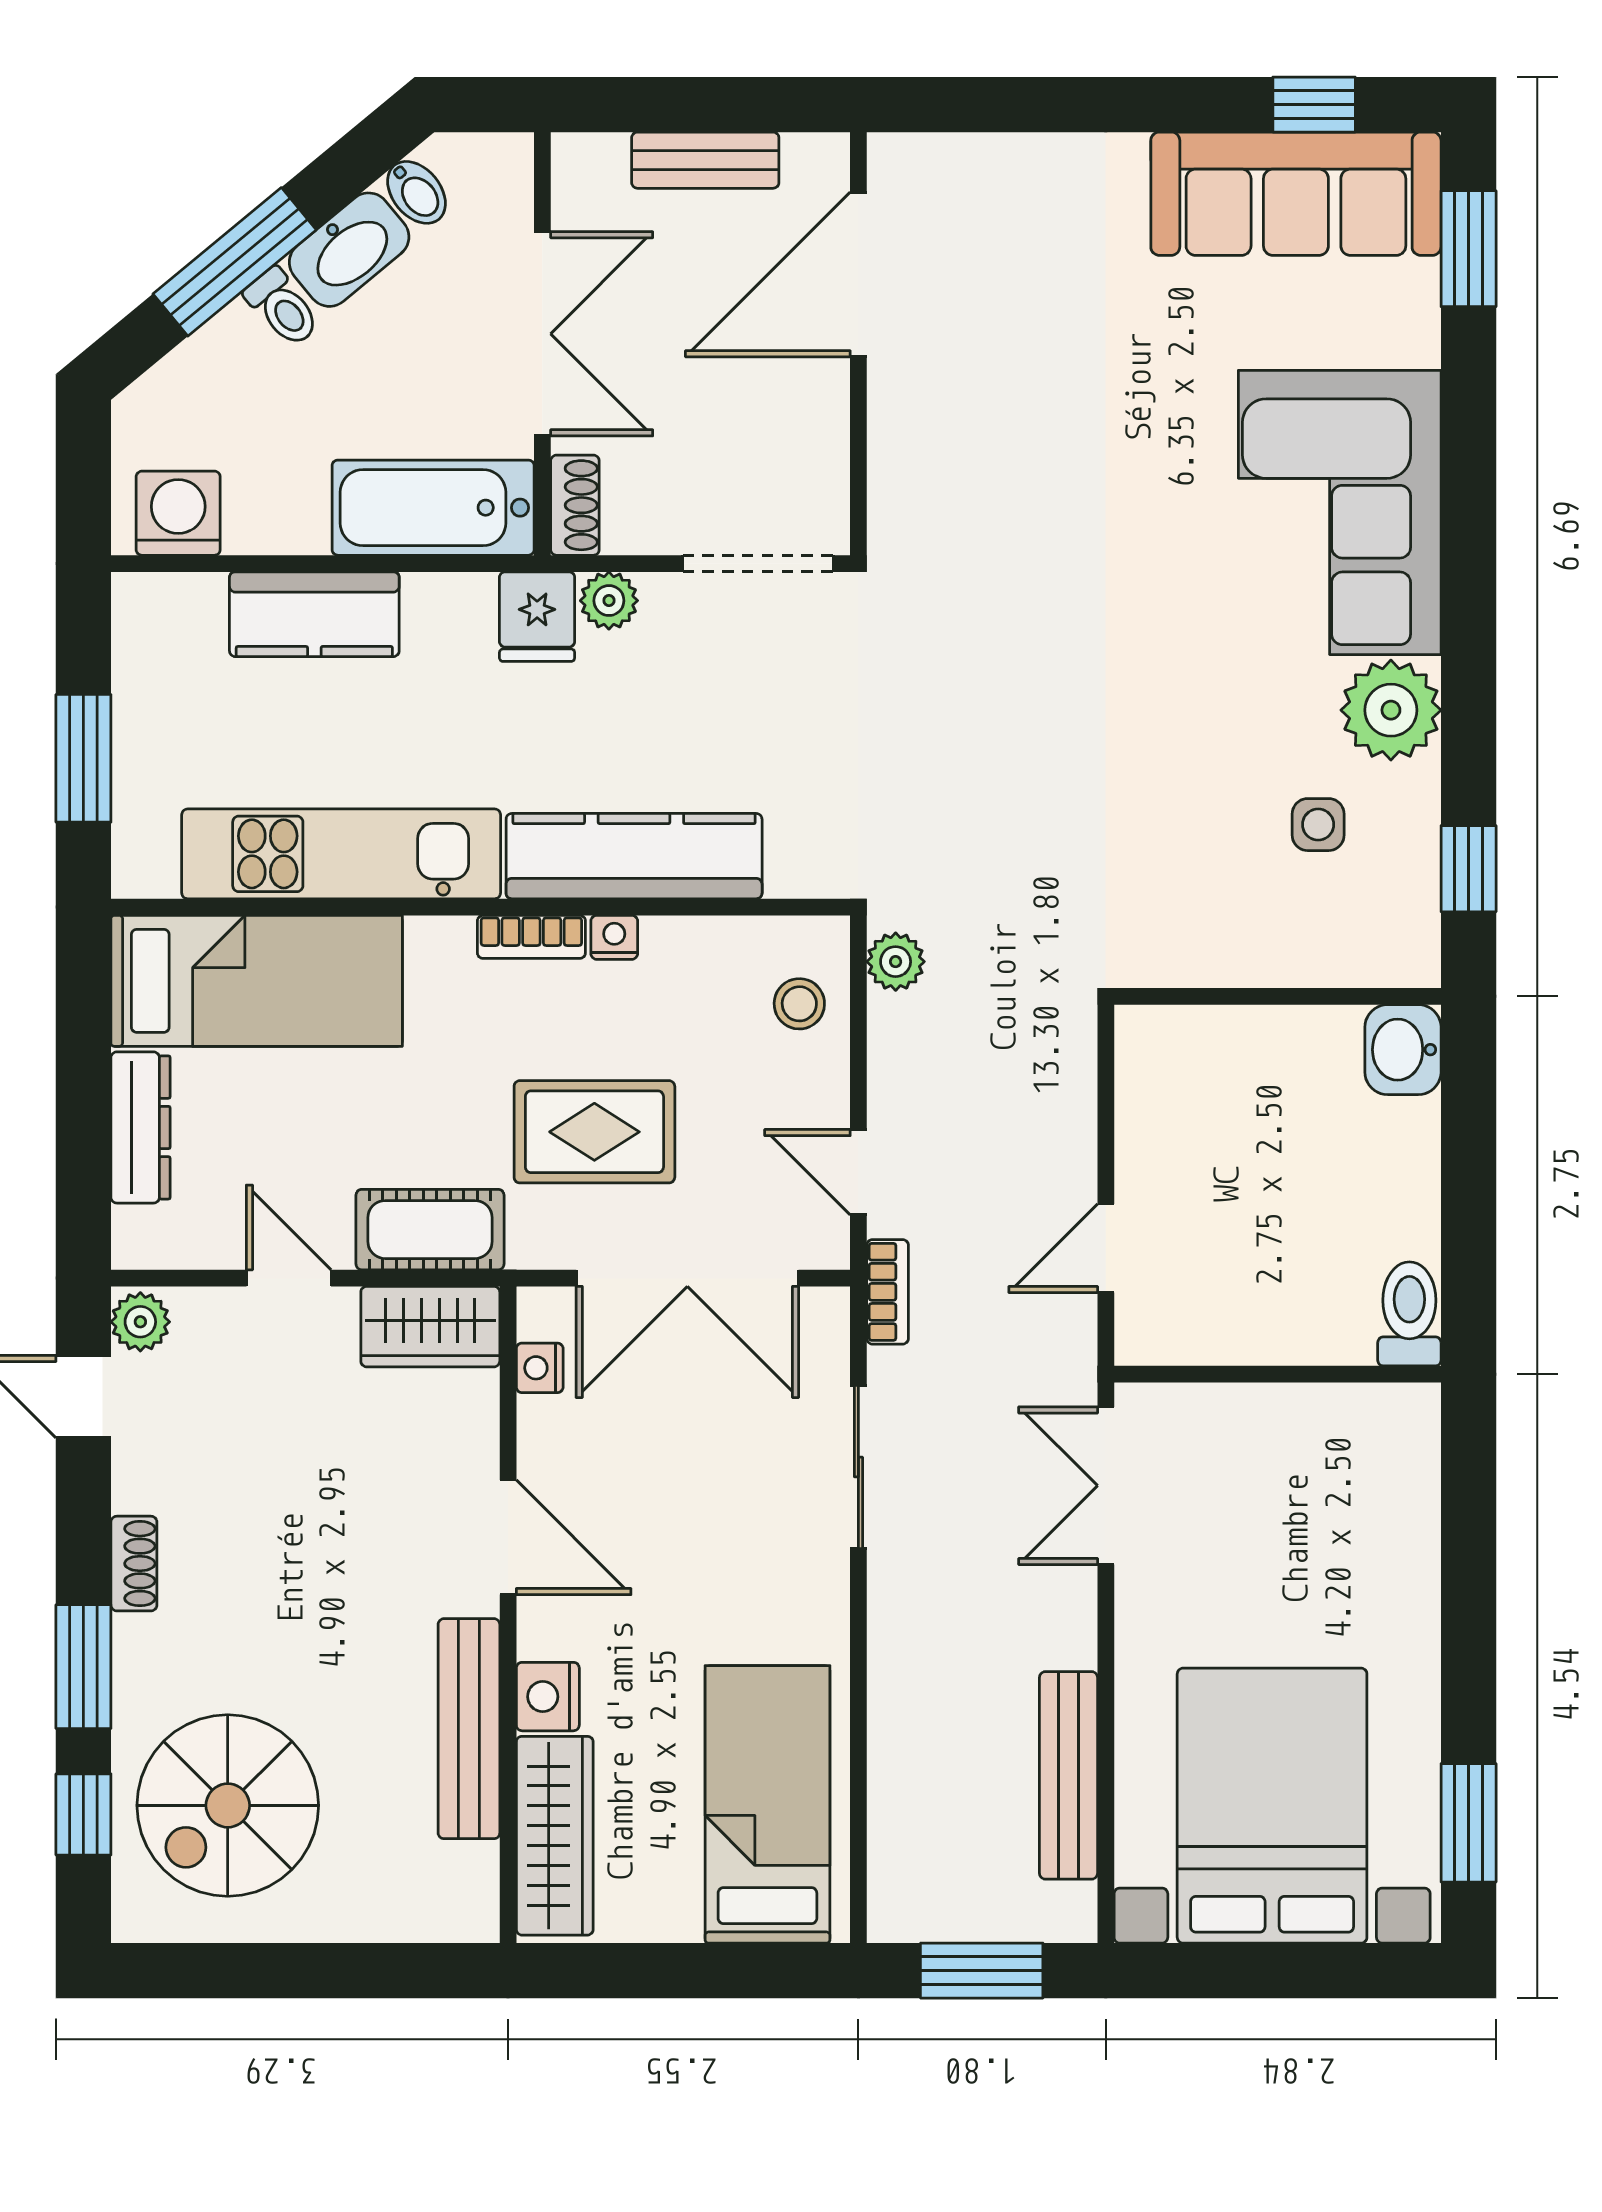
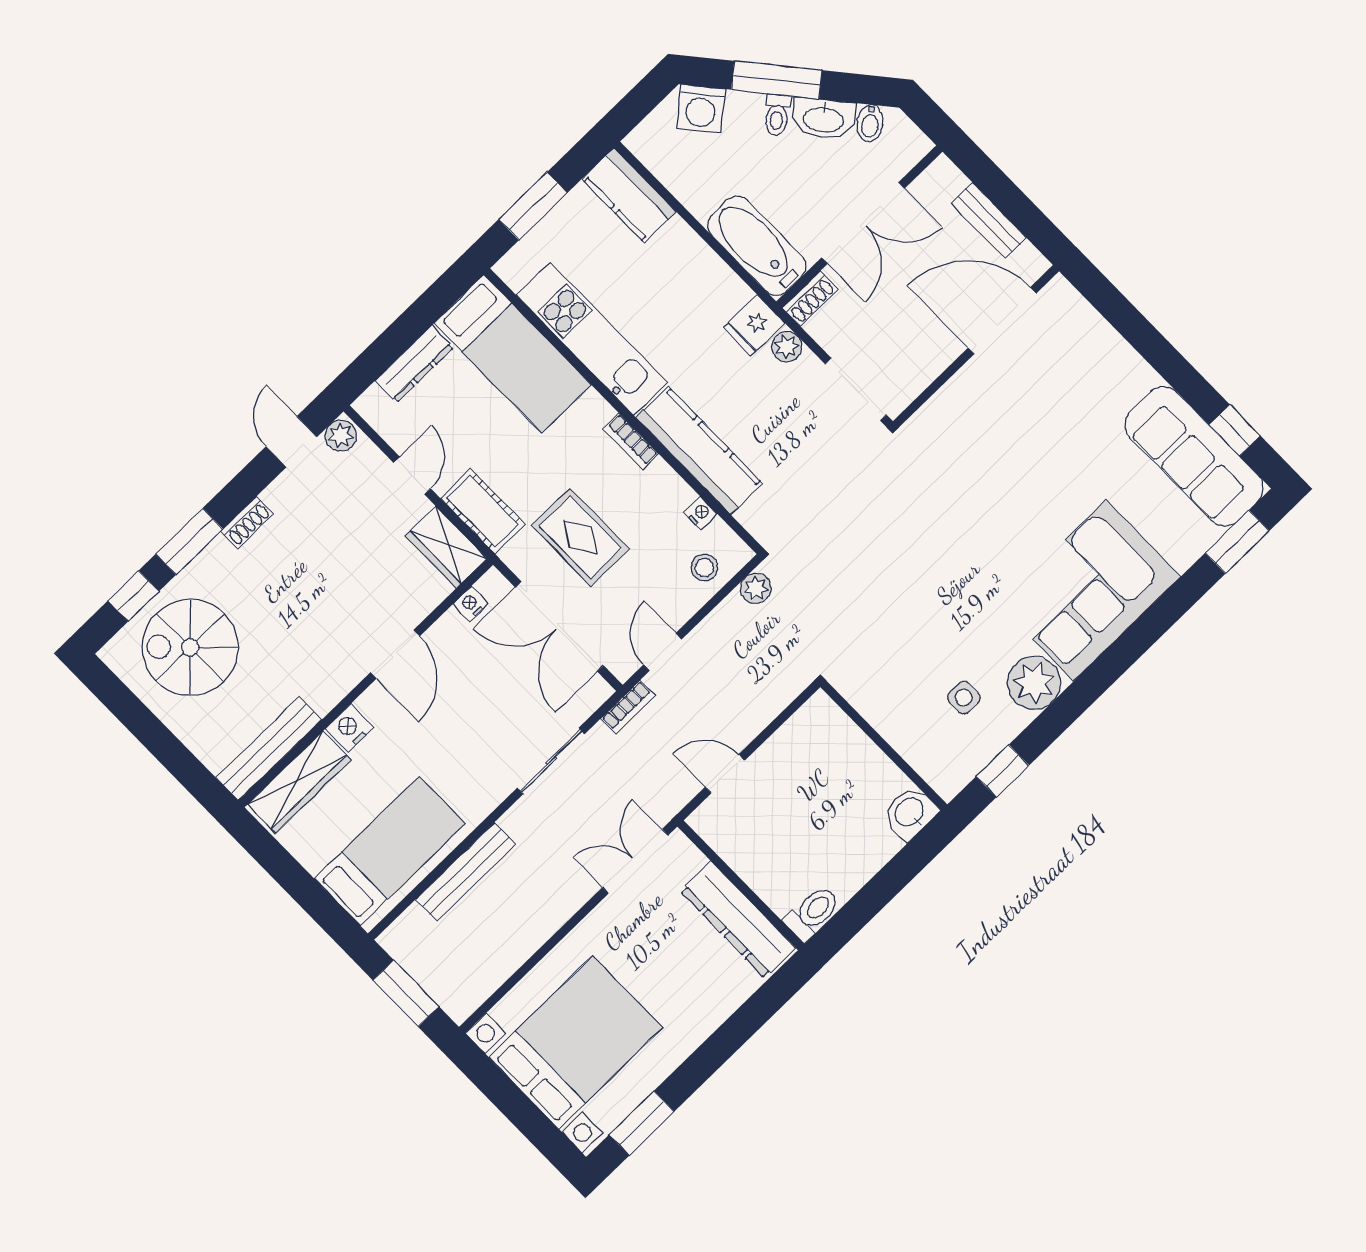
washing machine: (178, 513) -> (701, 109), moved, turned 140
kitchen counter: (314, 614) -> (629, 195), moved
nightstand: (614, 937) -> (700, 513), moved
dresser: (1320, 1424) -> (738, 920), added
bench: (469, 1729) -> (269, 749), moved
bench: (1068, 1775) -> (466, 872), moved

